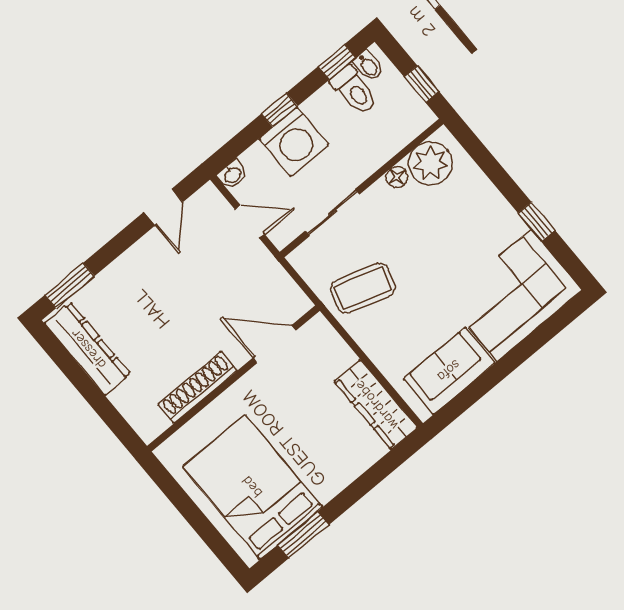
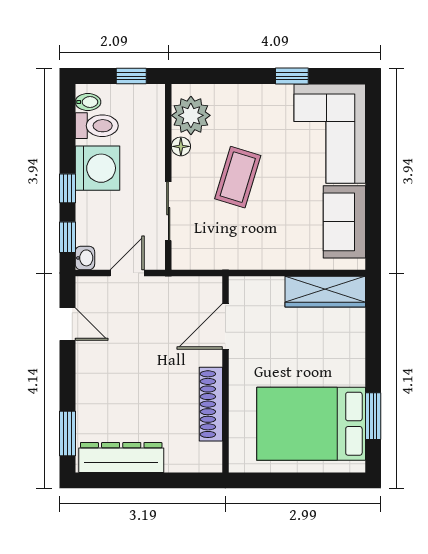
window: (337, 62) -> (67, 237), moved
washing machine: (294, 142) -> (97, 168), moved
coffee table: (363, 288) -> (238, 177), moved

